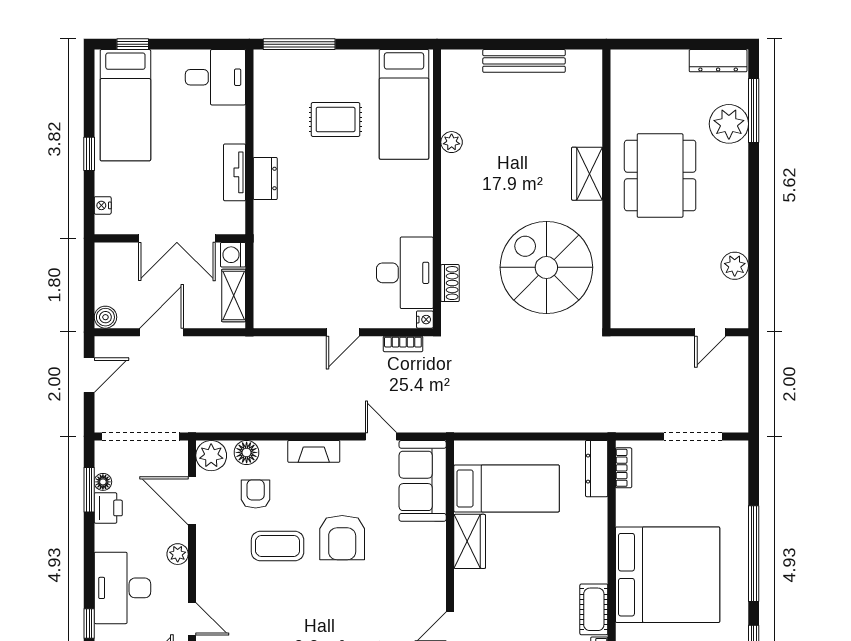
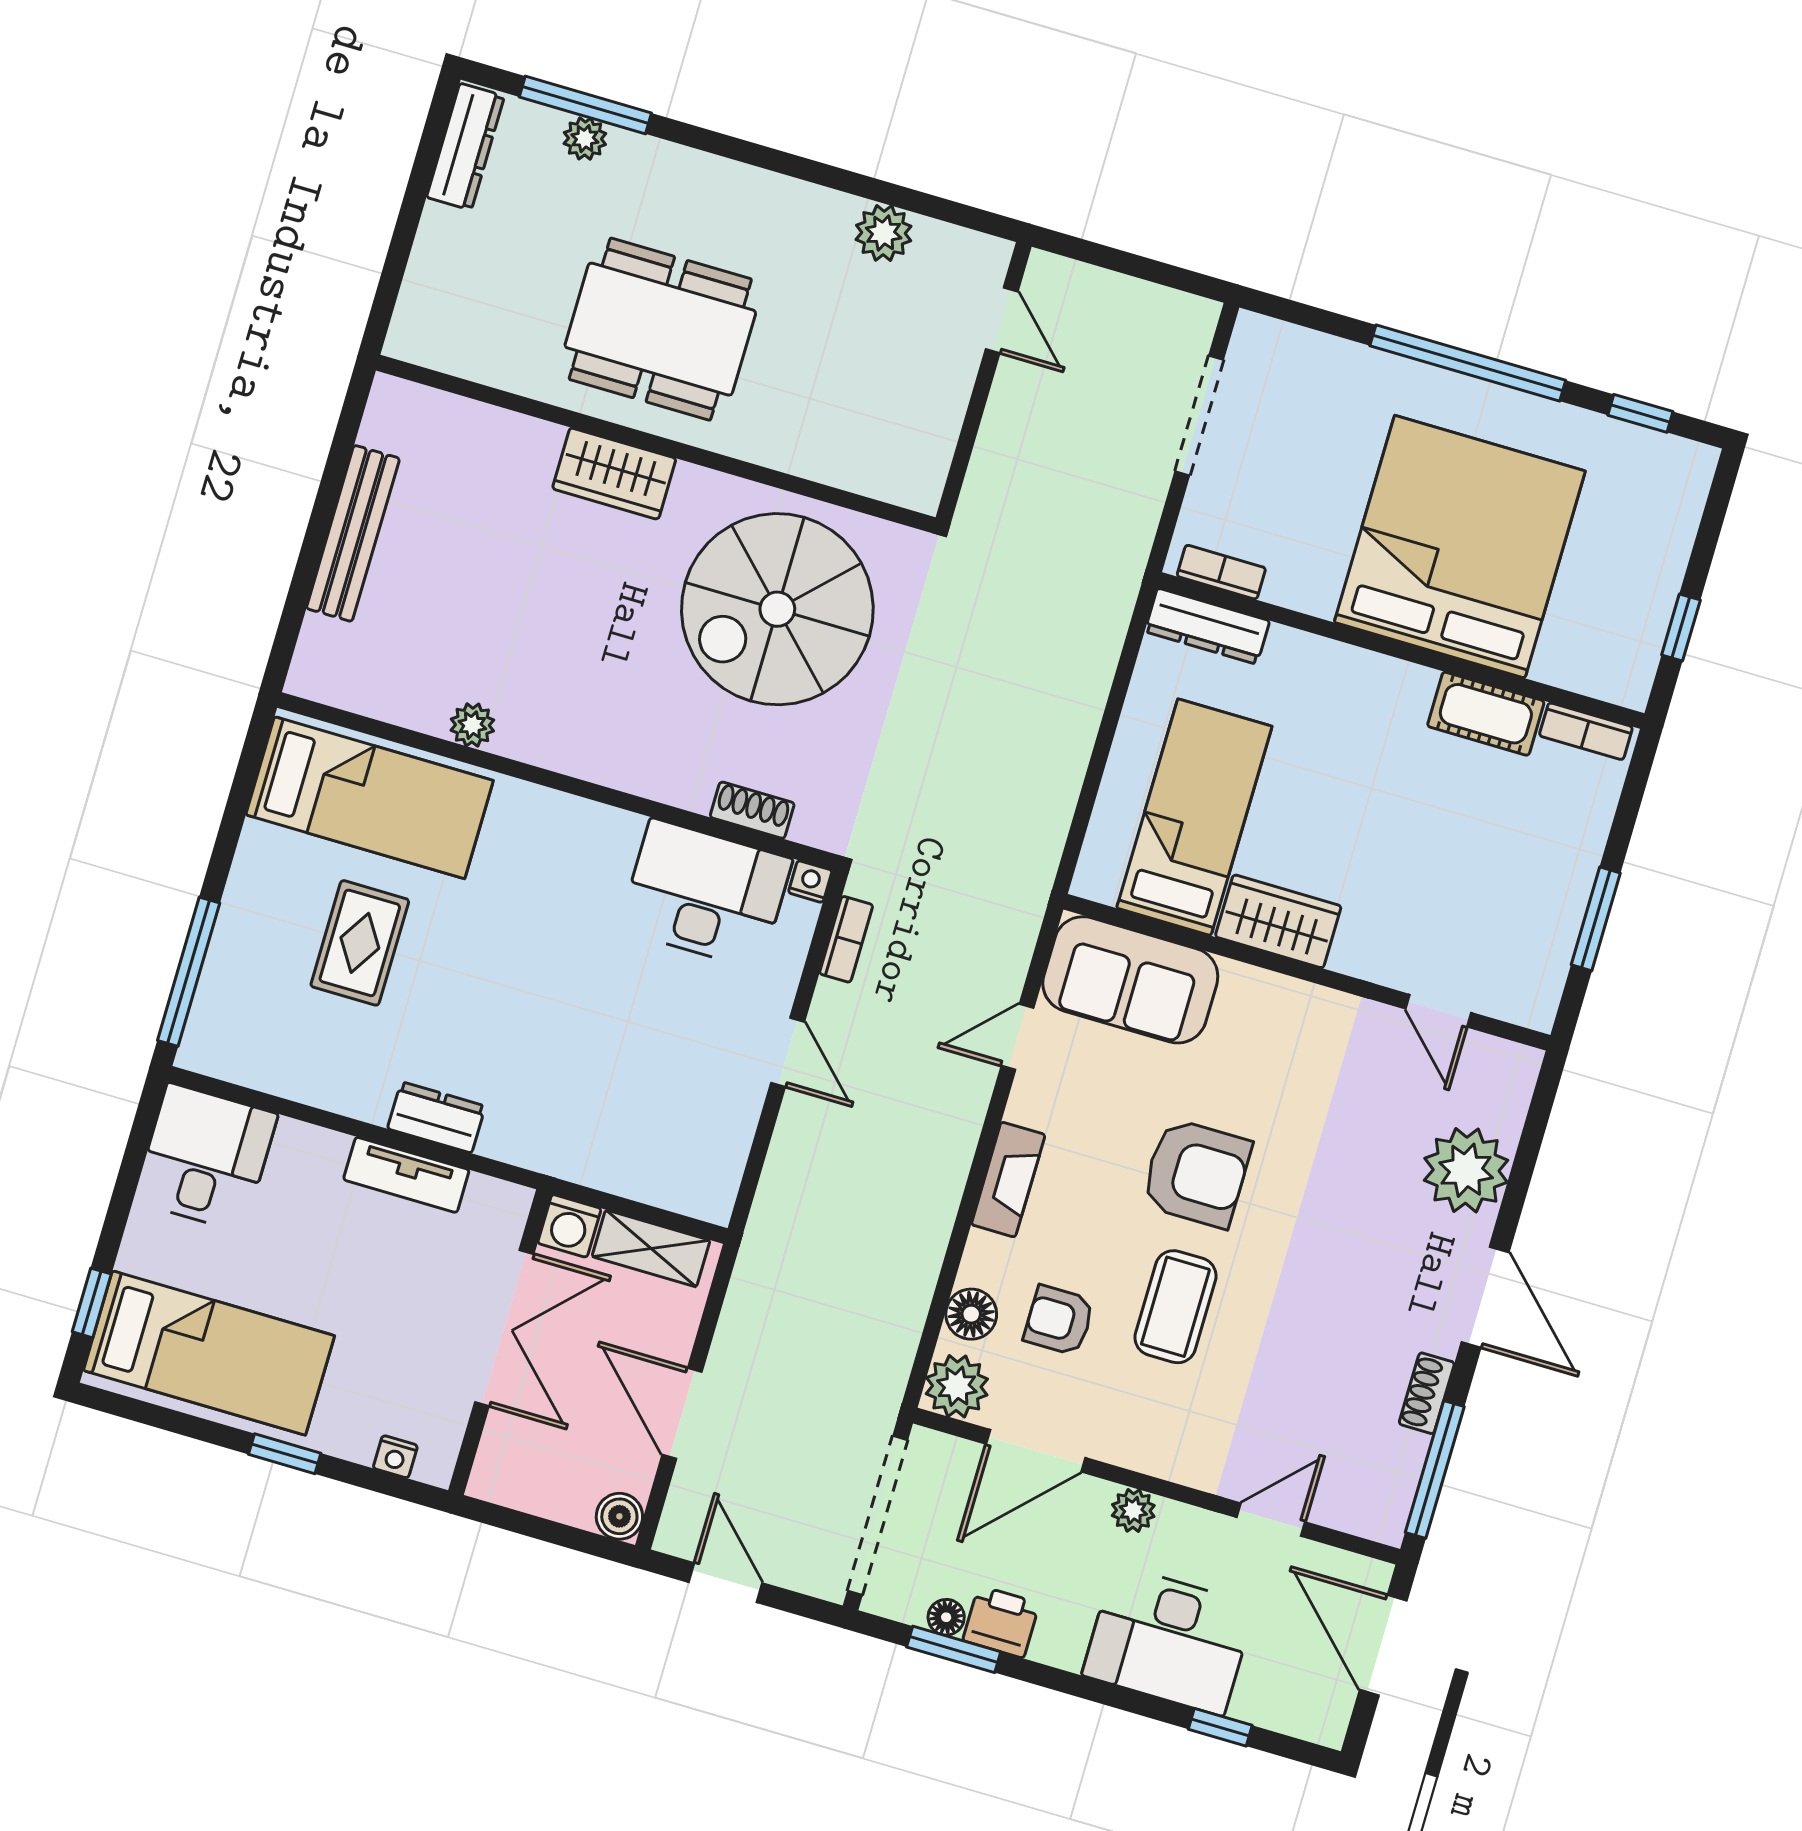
plant: (729, 124) -> (585, 139), width x0.53, depth x0.53

